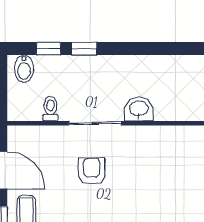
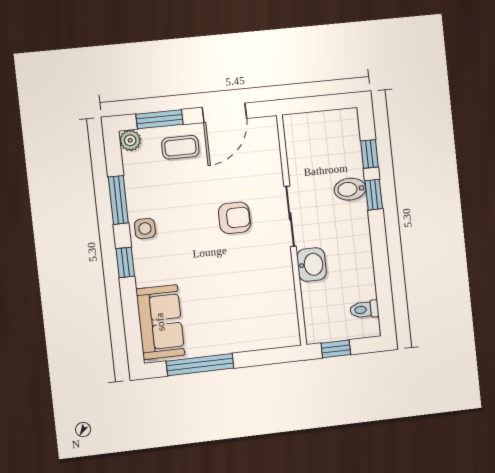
bidet: (24, 69) -> (350, 189), moved
toilet: (50, 109) -> (364, 309), moved, turned 180

